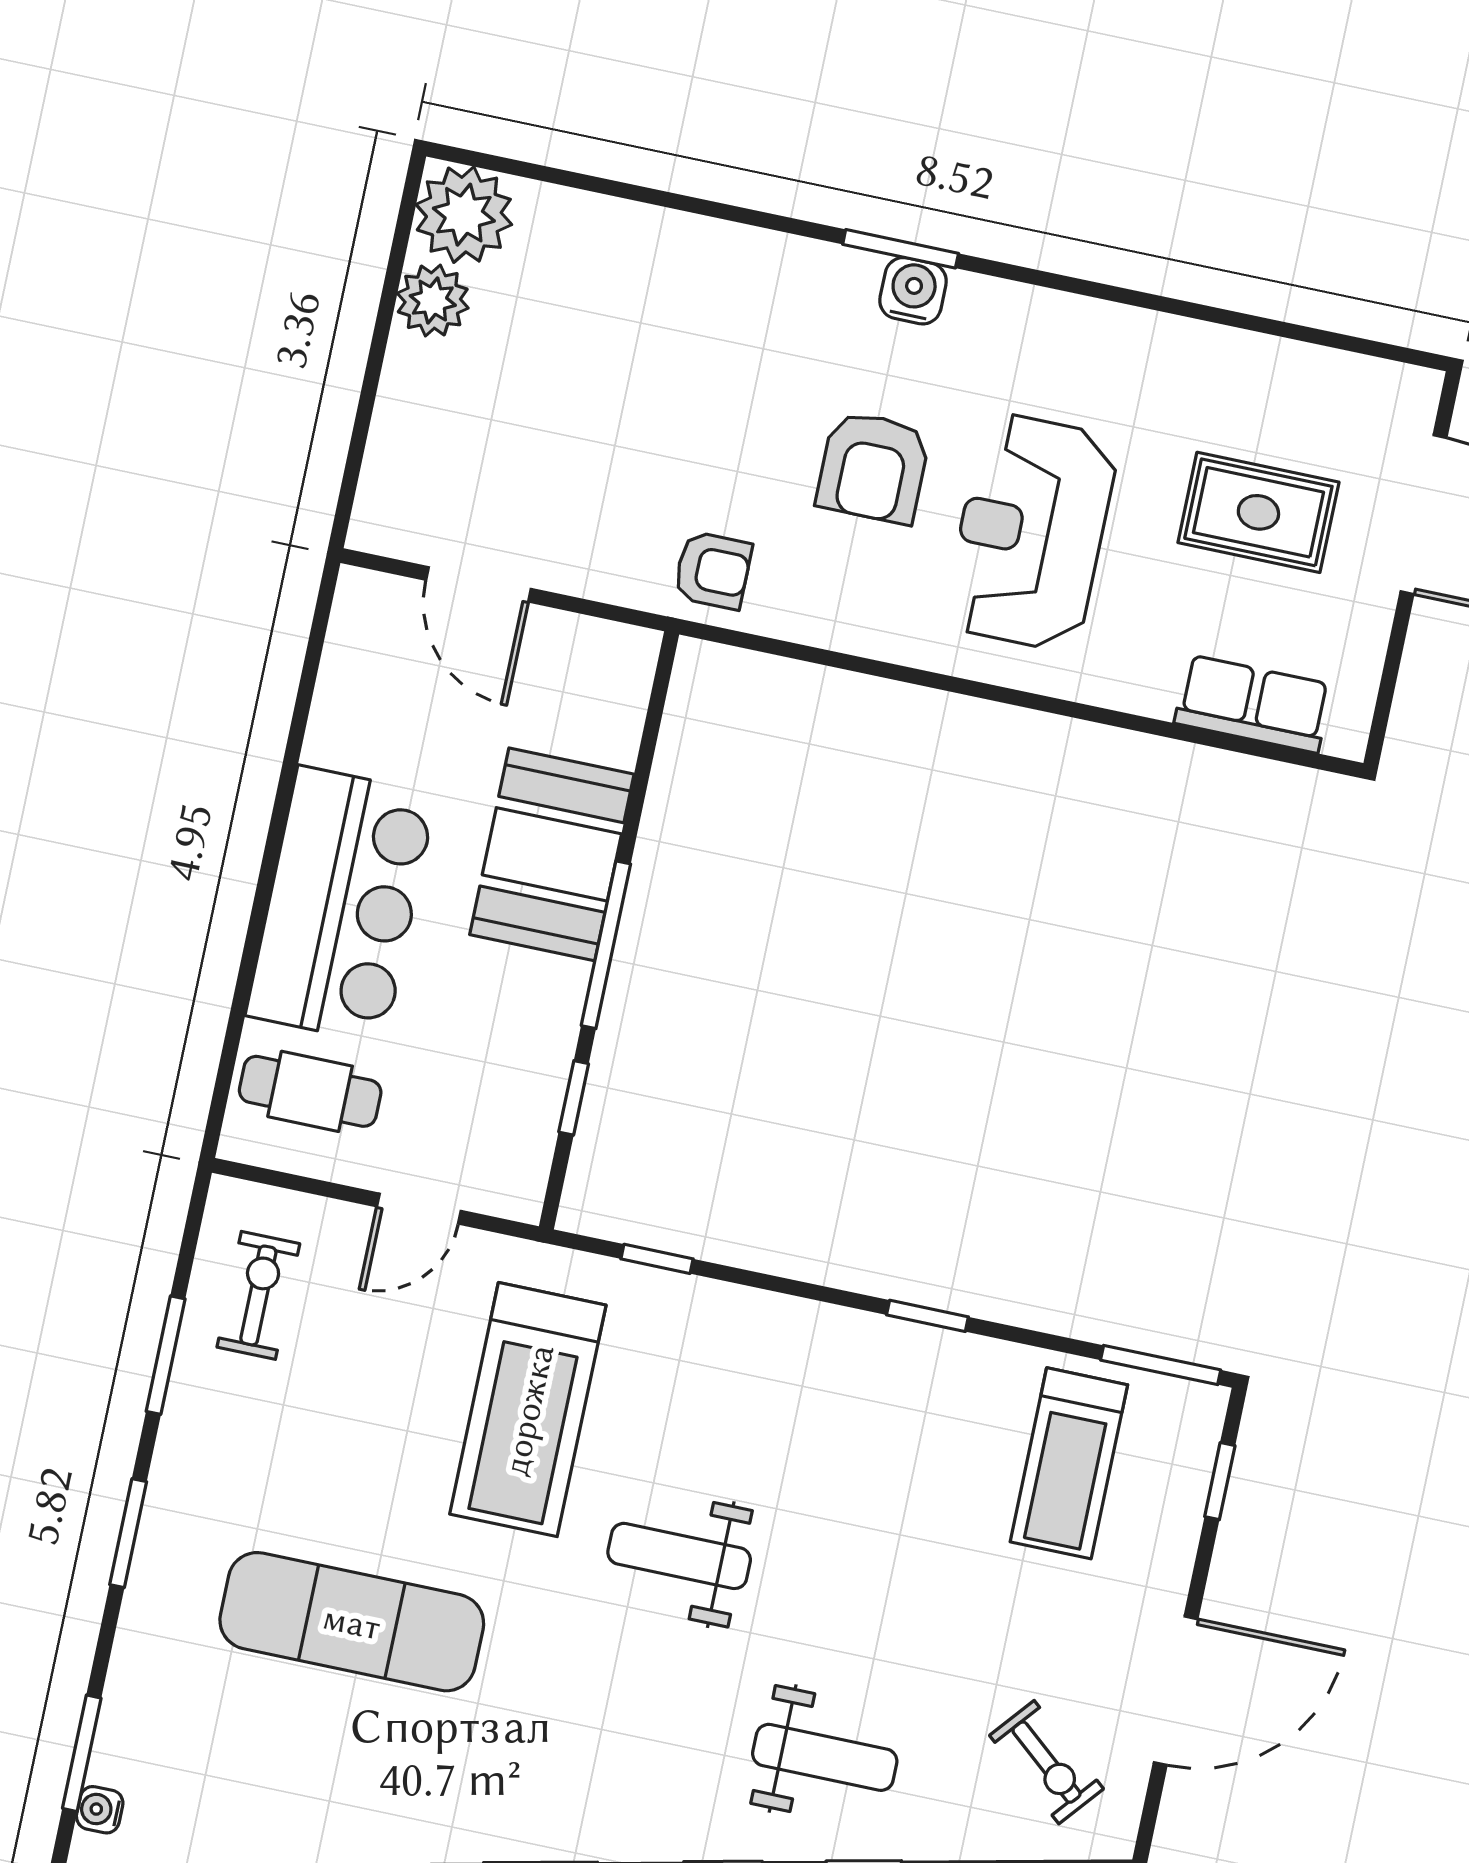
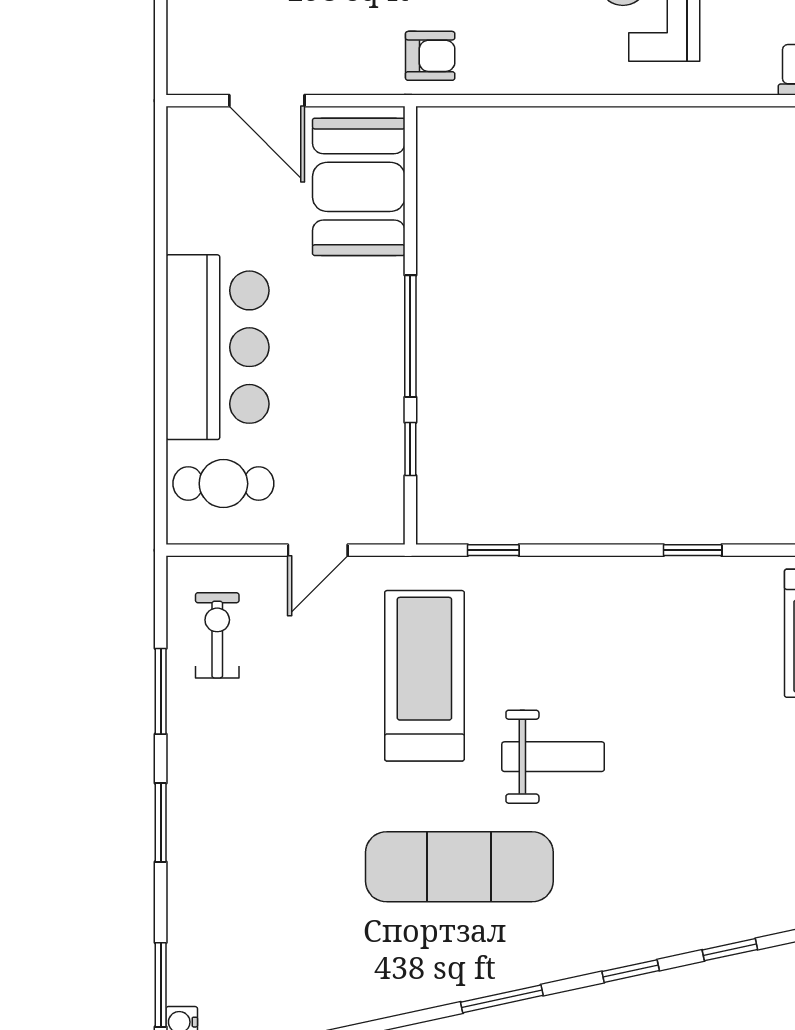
booth: (552, 854) -> (359, 187), moved
treadmill: (528, 1410) -> (424, 676), turned 180
weight bench: (679, 1556) -> (553, 757), turned 180
exercise mat: (352, 1622) -> (459, 867), moved
weight bench: (825, 1757) -> (686, 877), removed

